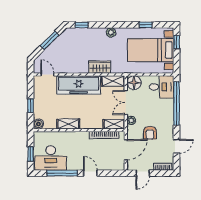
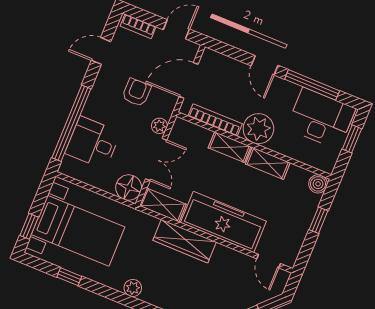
wardrobe: (100, 67) -> (185, 241), width x1.50
desk: (162, 87) -> (93, 143), moved
shelving: (114, 124) -> (230, 147), moved
plant: (80, 140) -> (258, 129), added

